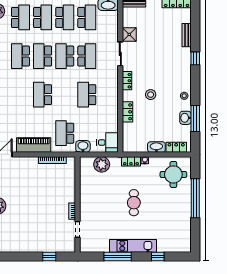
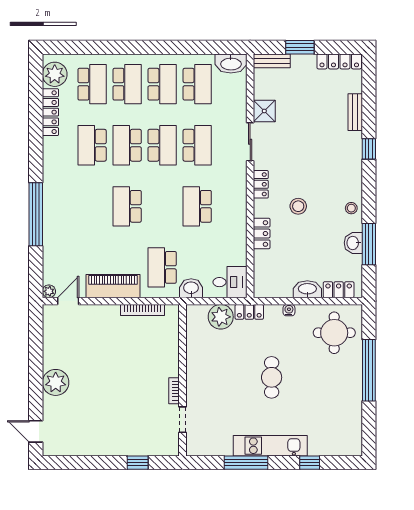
school desk: (65, 56) -> (162, 145), turned 180
locker: (131, 161) -> (249, 312), moved

